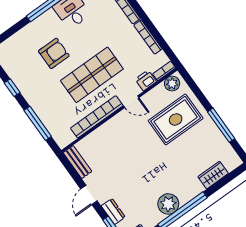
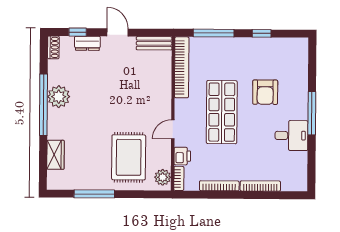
bookcase: (97, 117) -> (182, 67), moved

